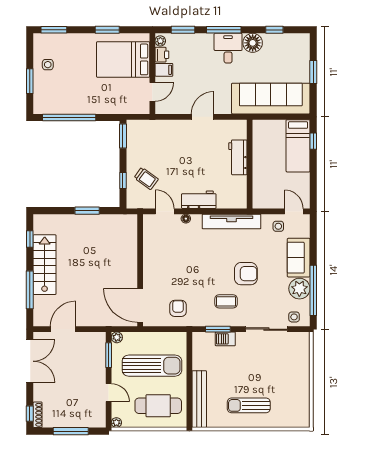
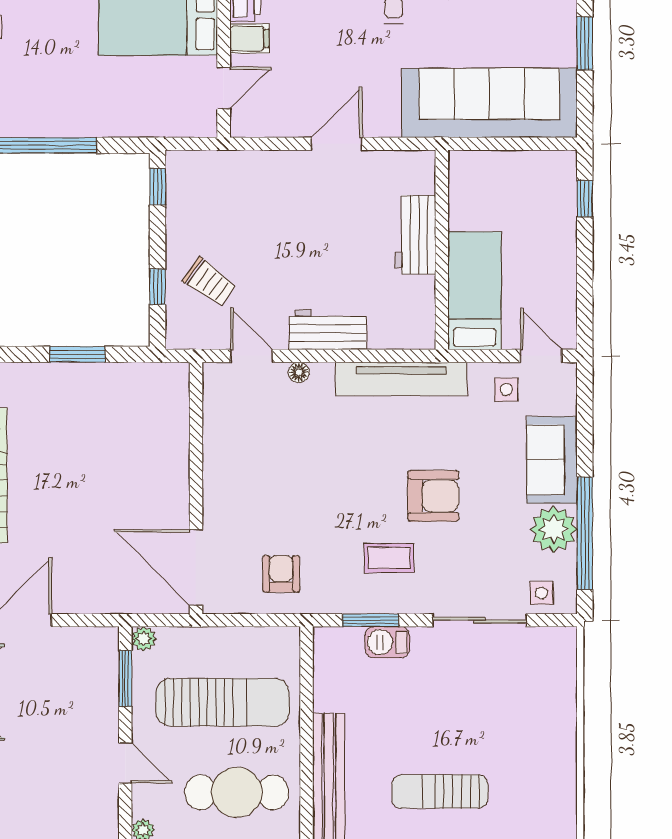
window: (123, 136) -> (158, 187), width x0.67
bed: (298, 146) -> (475, 291), moved, turned 180

